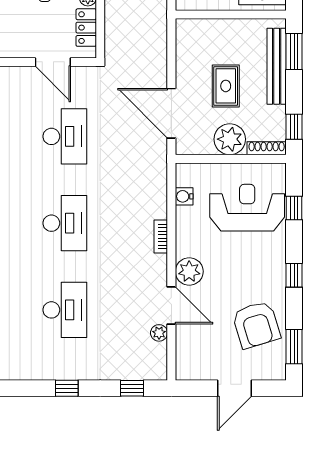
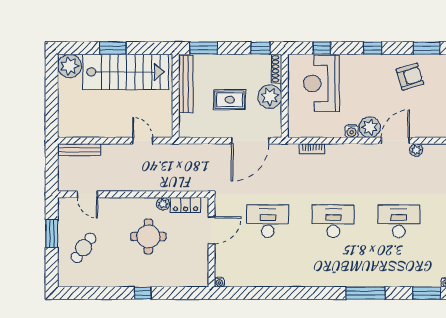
bench: (277, 66) -> (186, 84), moved, turned 90
water cooler: (184, 196) -> (352, 131), moved
bookcase: (161, 237) -> (312, 149), moved
armchair: (256, 325) -> (410, 77), width x0.73, depth x0.73

